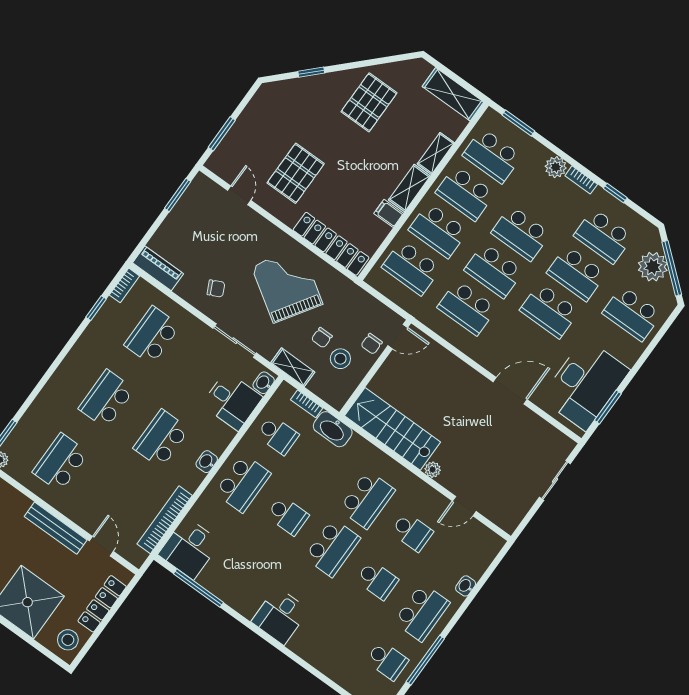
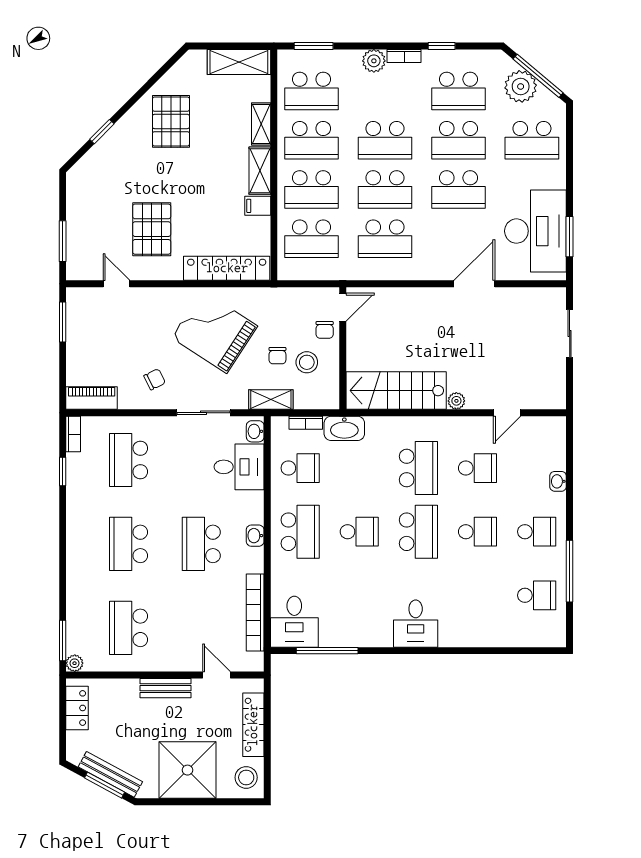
bench: (56, 528) -> (166, 688), width x0.73
school desk: (422, 612) -> (537, 532), width x0.54

